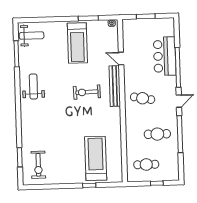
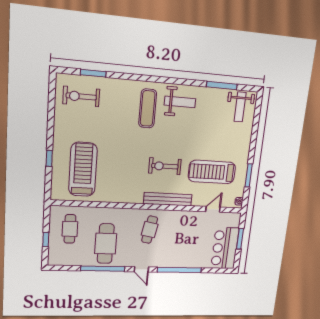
treadmill: (77, 43) -> (212, 172), moved
bar counter: (165, 56) -> (225, 248), moved, turned -90
door: (121, 59) -> (213, 209), moved
exercise bike: (87, 92) -> (165, 166), turned -88
exercise mat: (42, 112) -> (148, 108), added
cafe table: (157, 134) -> (106, 244), width x1.37, depth x1.35
treadmill: (96, 158) -> (83, 169), turned -90

